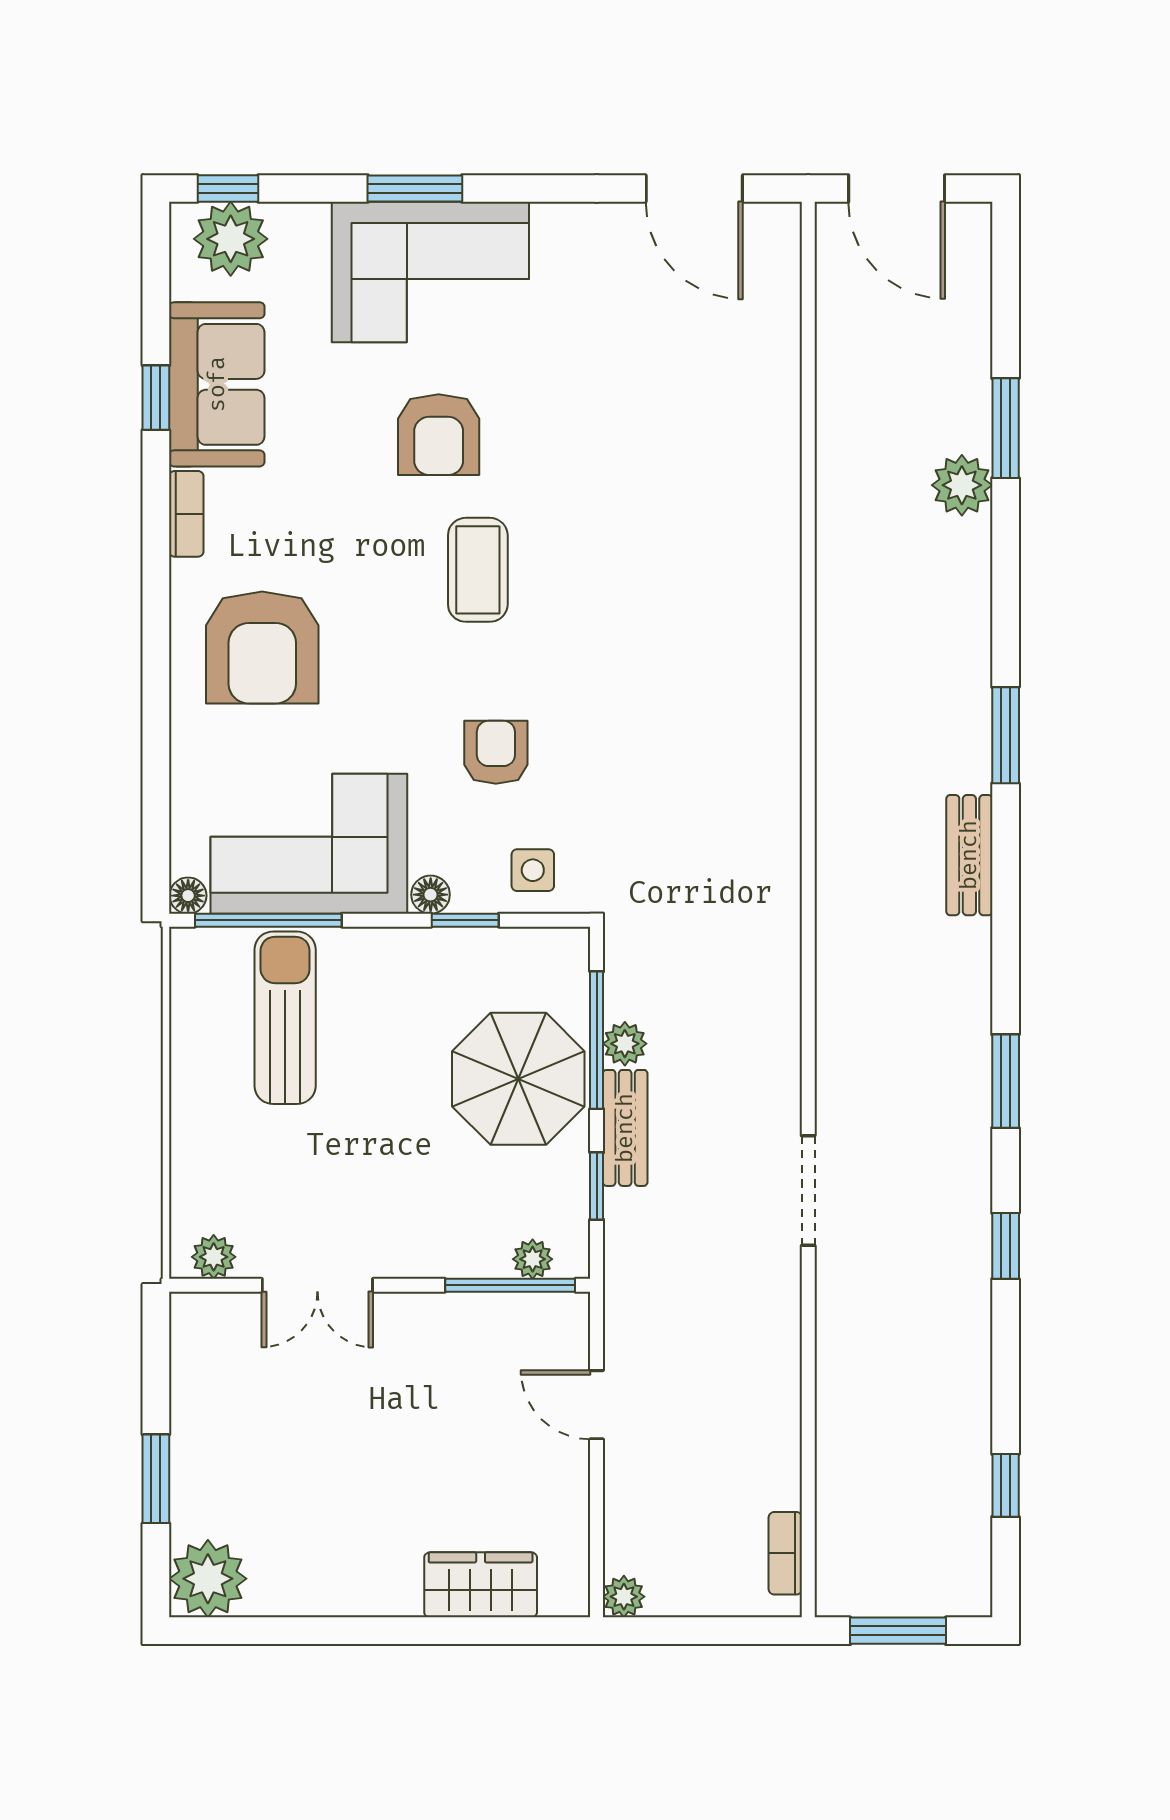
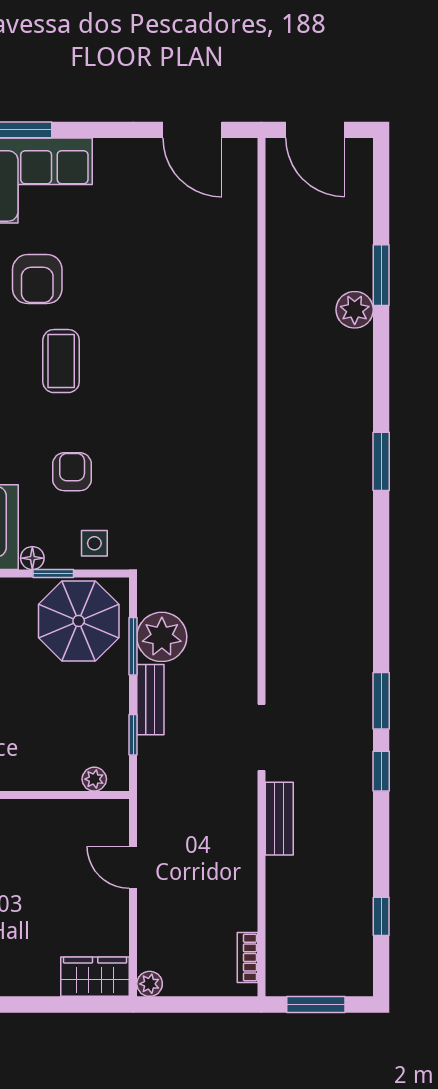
bench: (969, 855) -> (279, 819), moved
window: (597, 1040) -> (133, 646), width x0.69
plant: (625, 1044) -> (162, 637), width x1.88, depth x1.88
parasol: (518, 1079) -> (79, 621), moved
window: (1006, 1081) -> (381, 701), moved
window: (510, 1285) -> (81, 795), removed
wardrobe: (481, 1585) -> (95, 977), moved

